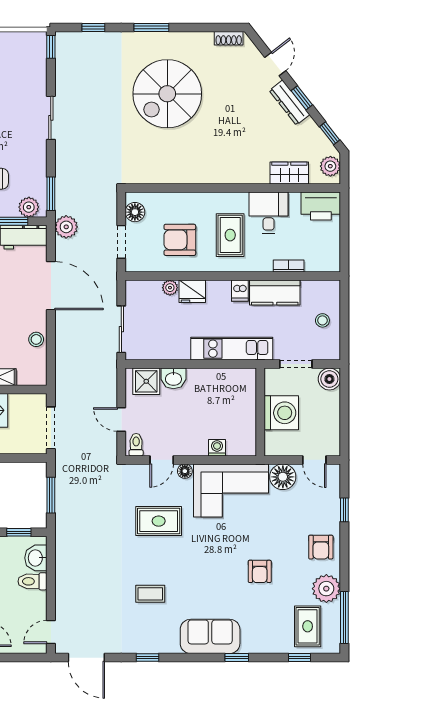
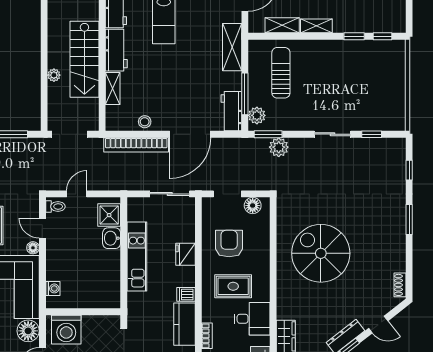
window: (51, 47) -> (372, 134), moved
spiral stairs: (167, 94) -> (321, 253), moved
plant: (66, 227) -> (279, 147), moved
plant: (170, 288) -> (189, 235), removed
sliding door: (121, 329) -> (170, 194), moved
bookcase: (63, 349) -> (136, 145), added
kitchen unit: (232, 349) -> (137, 257), moved
washing machine: (281, 413) -> (66, 330), moved
washing machine: (217, 448) -> (53, 288), moved

